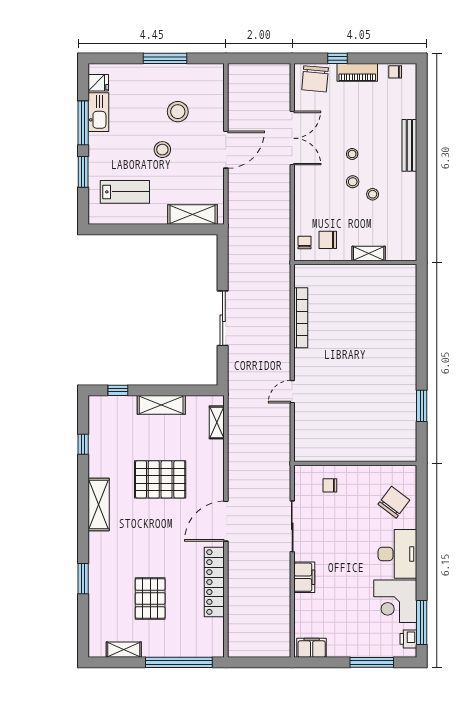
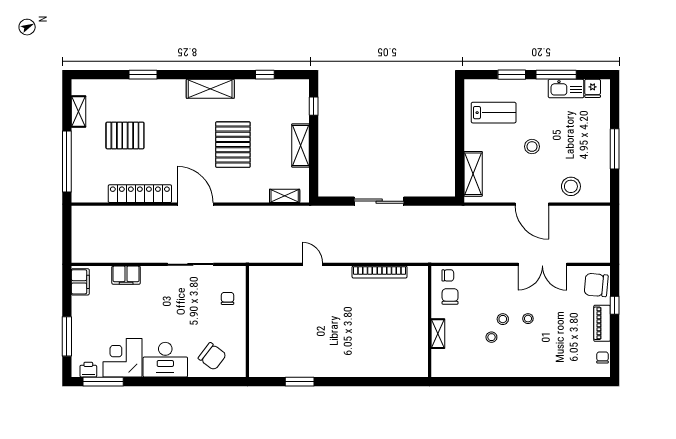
stool: (178, 112) -> (571, 186), moved
bench: (409, 145) -> (536, 371), removed
lab bench: (125, 192) -> (494, 113), turned -90
filing cabinet: (304, 577) -> (126, 275), moved

